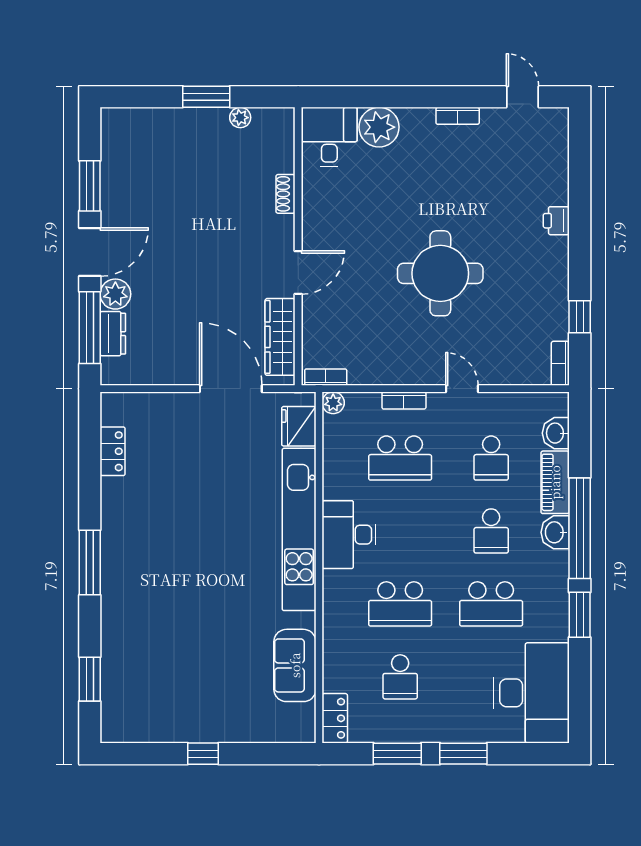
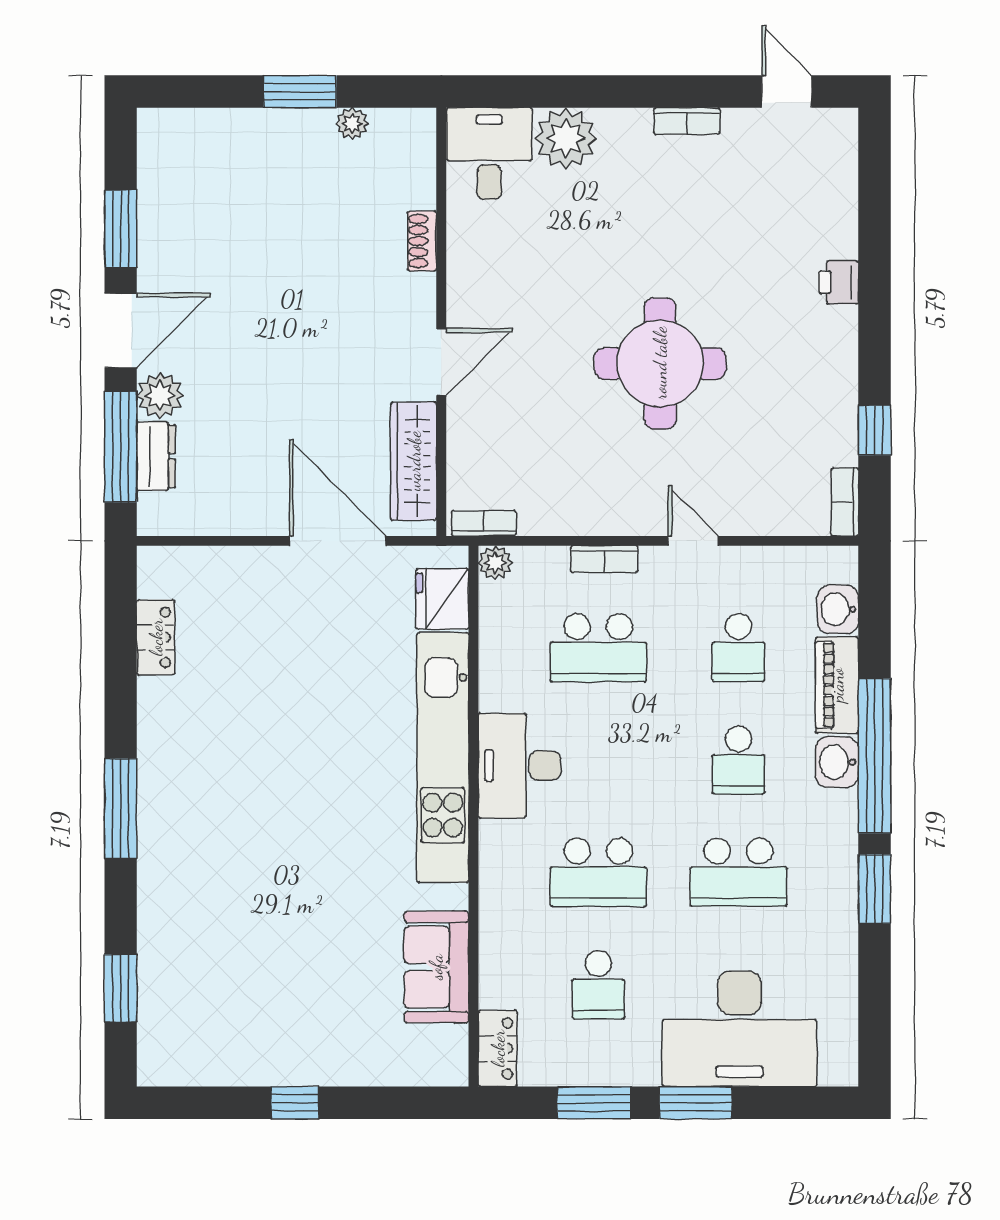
desk: (531, 693) -> (740, 1029), moved, turned 90

